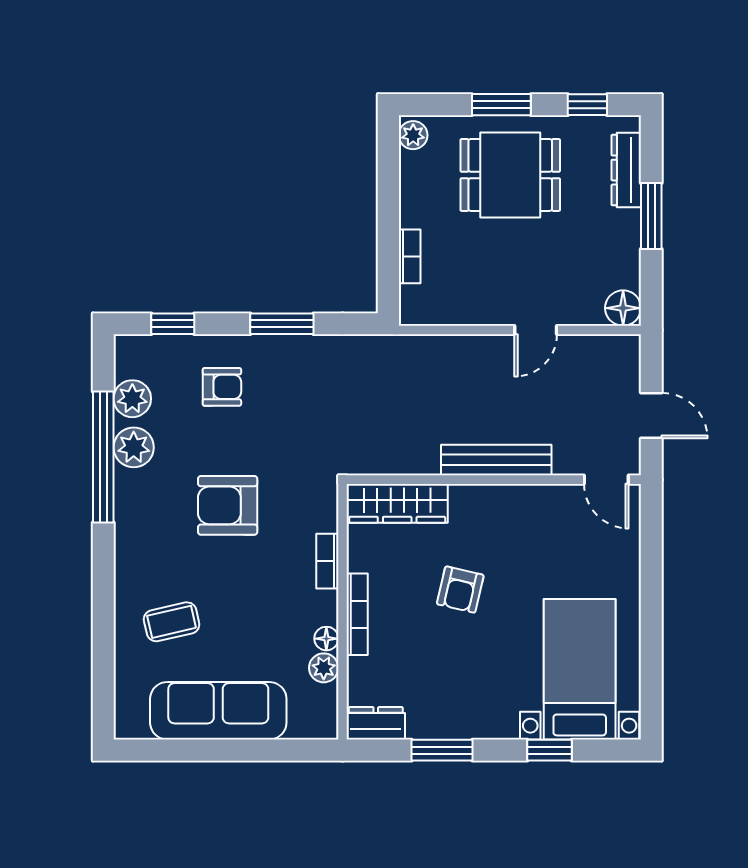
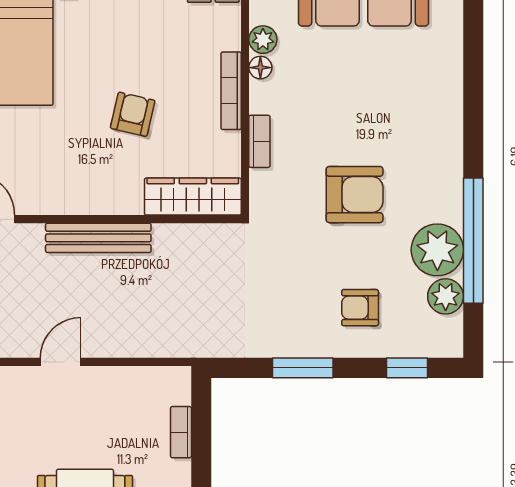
plant: (134, 447) -> (437, 250), width x1.36, depth x1.36
coffee table: (172, 622) -> (408, 83), removed

